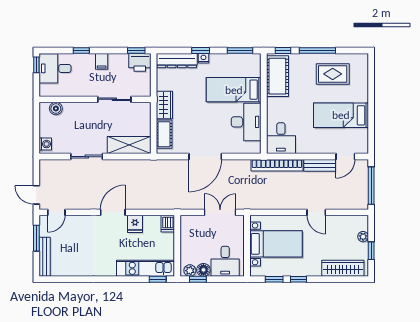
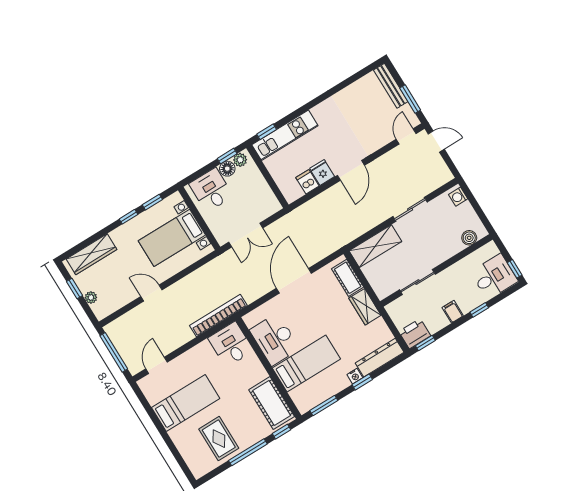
rug: (333, 74) -> (219, 439), turned 90
bench: (320, 165) -> (176, 341), removed
dishwasher: (168, 224) -> (307, 182), moved

